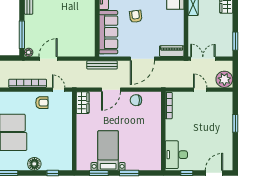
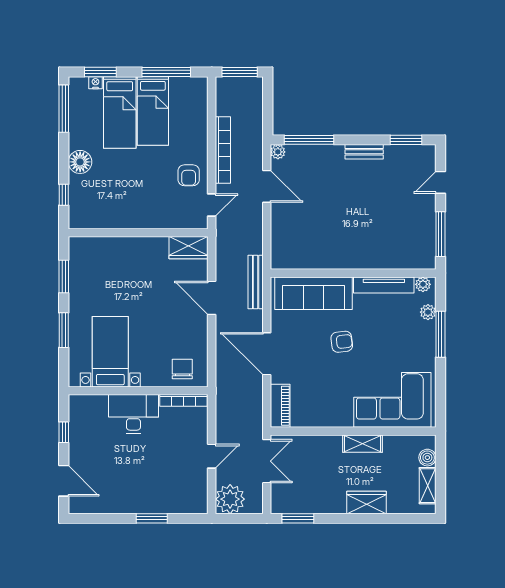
chair: (136, 100) -> (182, 369), moved
bed with nightstands: (108, 151) -> (110, 352), moved, turned -90
desk: (176, 155) -> (133, 414), moved

